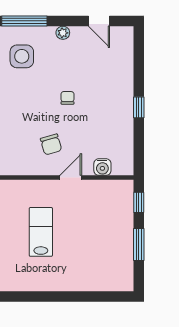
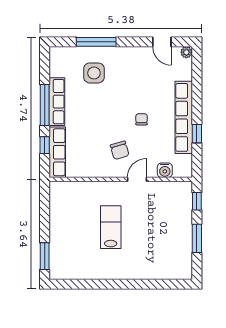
plant: (63, 33) -> (186, 52), moved
chair: (67, 98) -> (142, 119), moved
row of seats: (124, 107) -> (184, 117), added
window: (139, 107) -> (197, 134), moved

